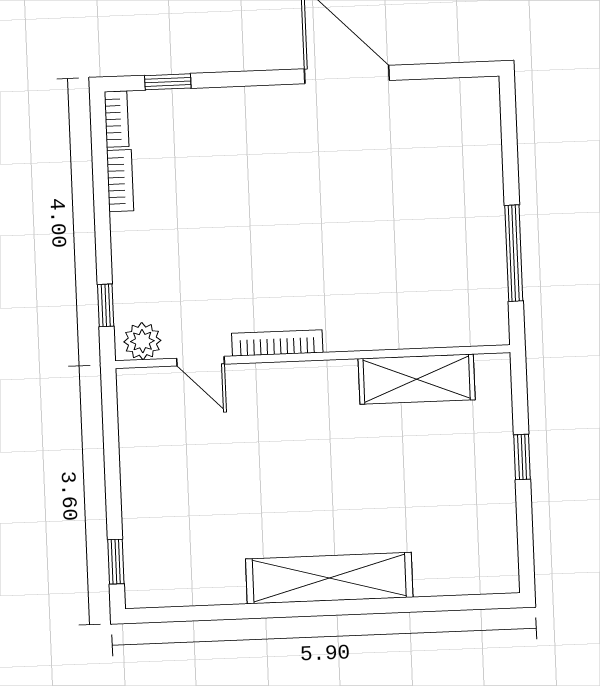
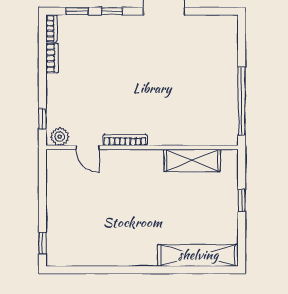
window: (240, 79) -> (112, 11), added
window: (514, 253) -> (242, 101), width x1.46
shelving: (329, 578) -> (198, 255), moved

